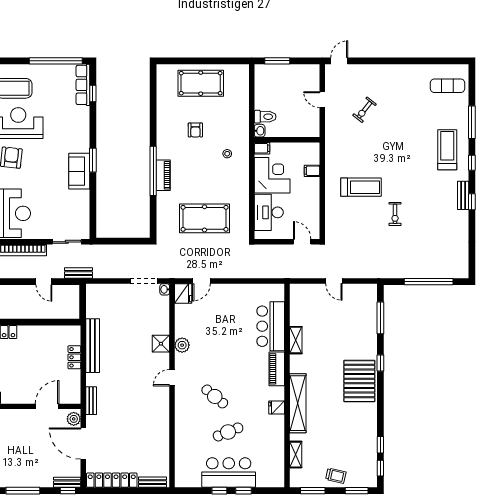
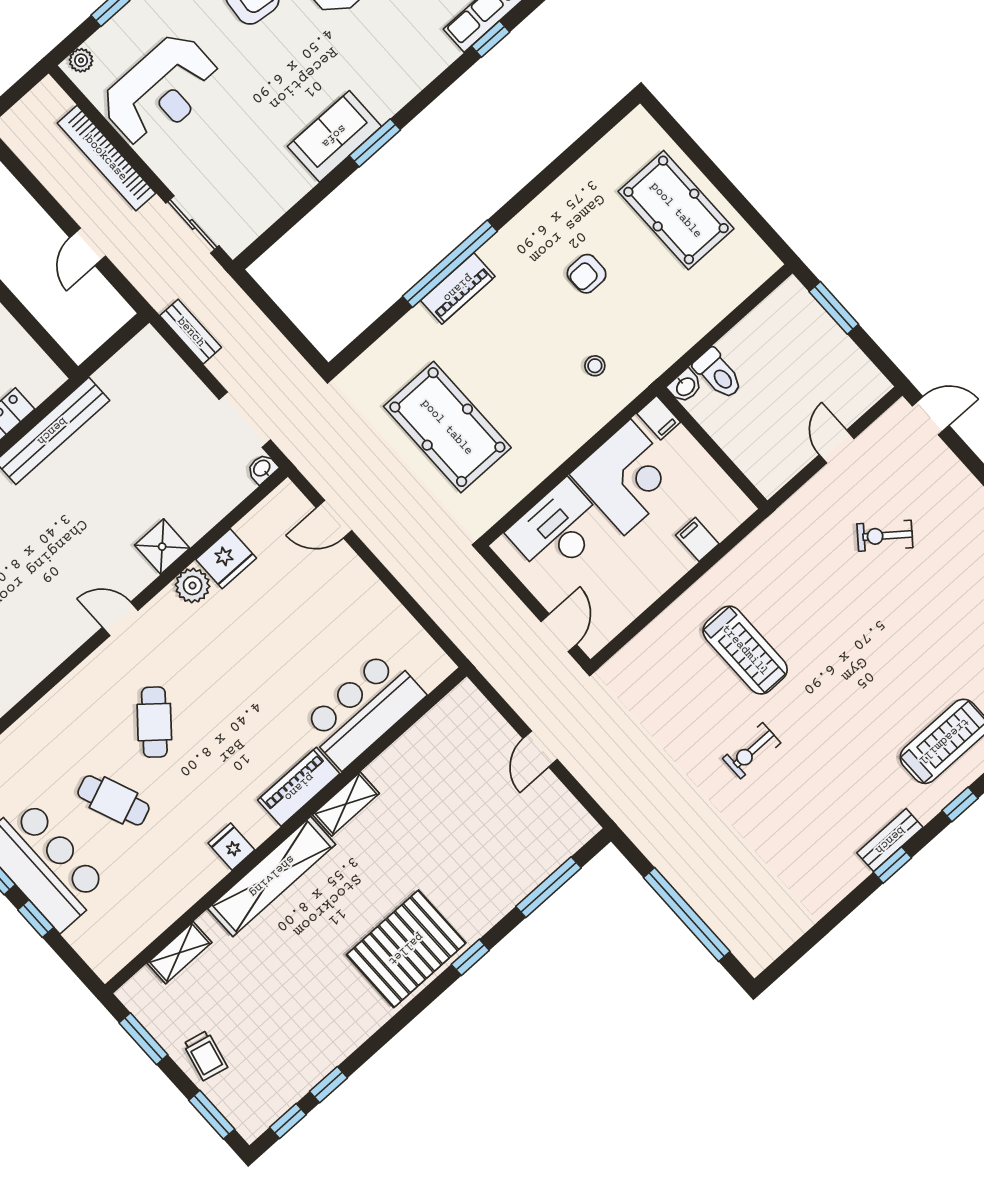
bench: (78, 273) -> (191, 332), moved
fridge: (183, 293) -> (226, 559), moved
shelving: (296, 340) -> (346, 804), moved

